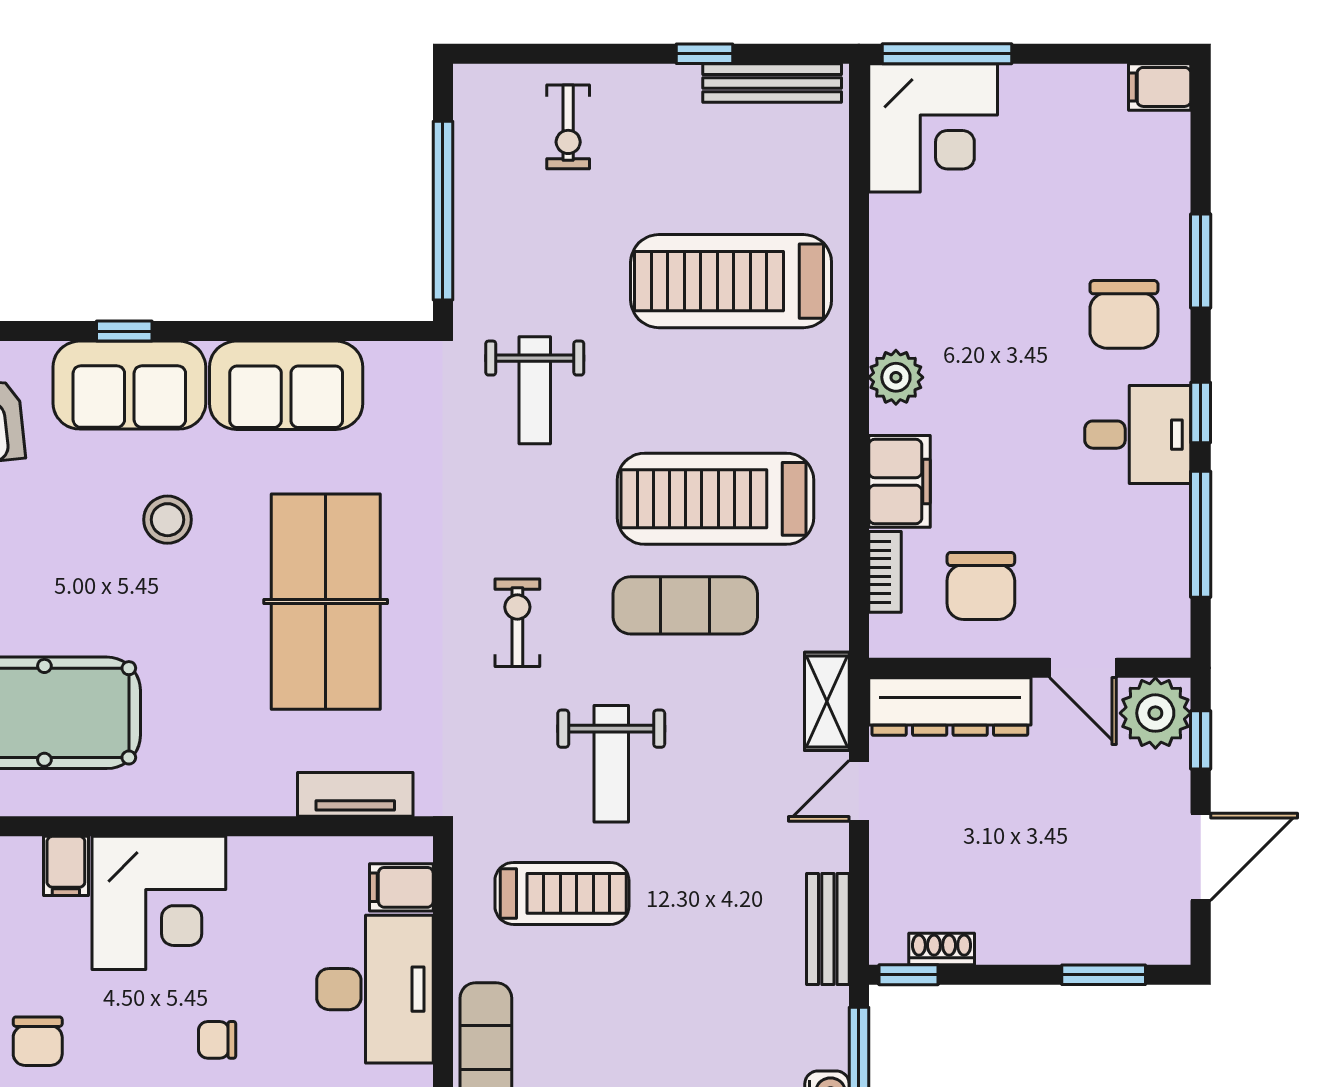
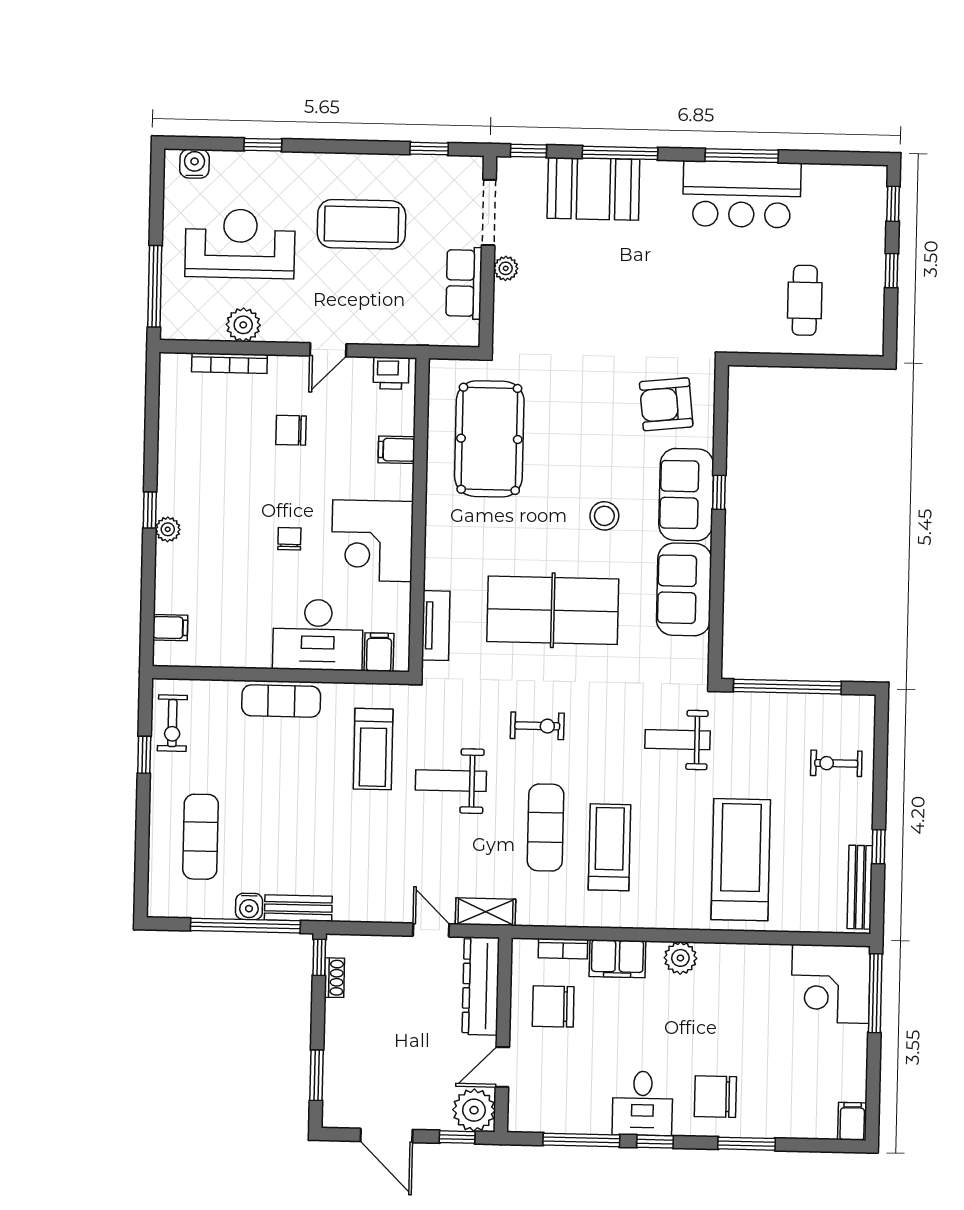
treadmill: (716, 499) -> (609, 847), width x0.73, depth x0.73
corner desk: (159, 903) -> (372, 541), moved
bench: (828, 929) -> (298, 908), moved

